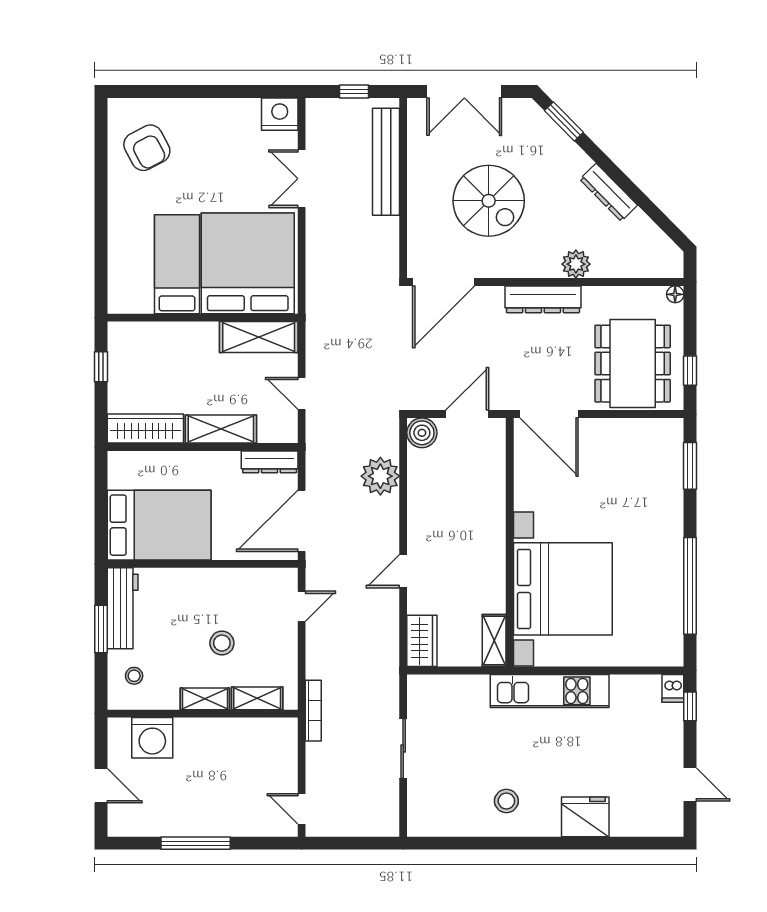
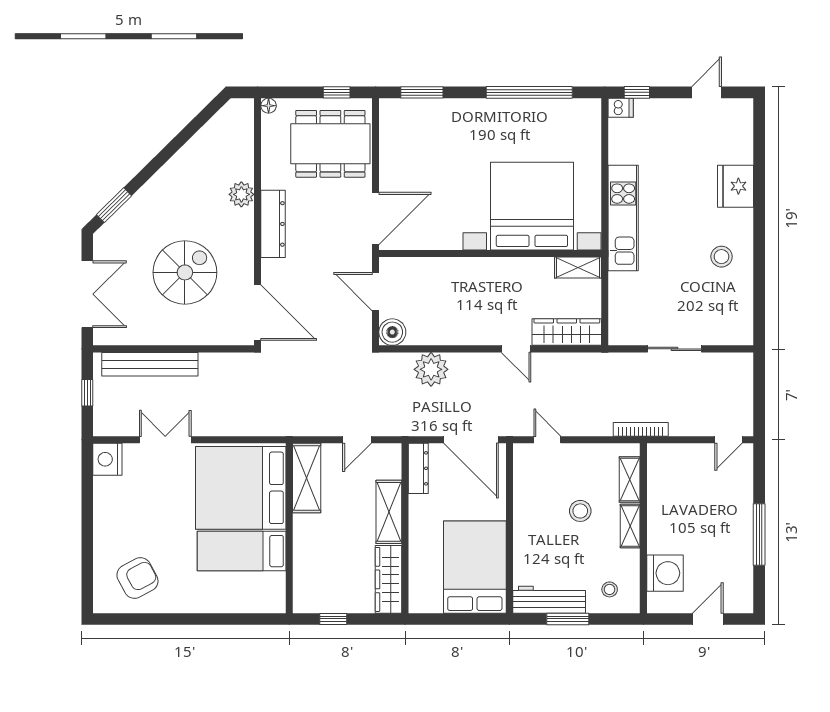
double door: (302, 179) -> (165, 440), swing flipped
dresser: (609, 192) -> (177, 165), removed
wardrobe: (422, 641) -> (567, 332), width x1.50

